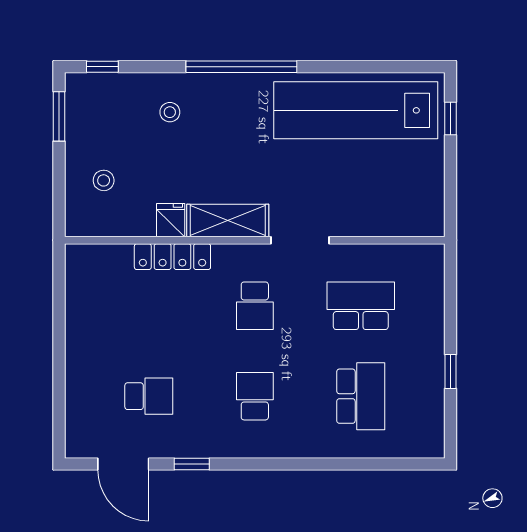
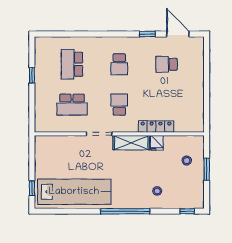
window: (59, 116) -> (207, 169), moved

